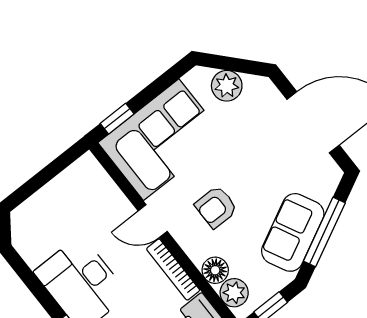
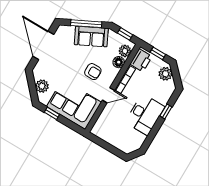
window: (117, 119) -> (52, 113), moved
door: (153, 221) -> (108, 95), hinge flipped

